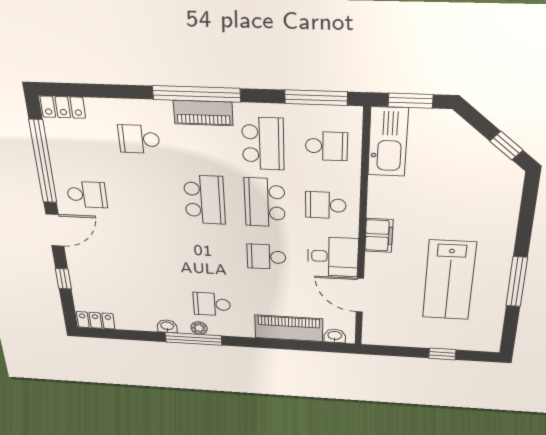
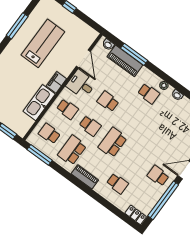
window: (196, 94) -> (81, 186), removed
kitchen sink: (388, 142) -> (39, 103), moved
school desk: (265, 202) -> (90, 126), width x0.54
school desk: (266, 257) -> (108, 101), turned 180
window: (193, 339) -> (134, 54), moved

